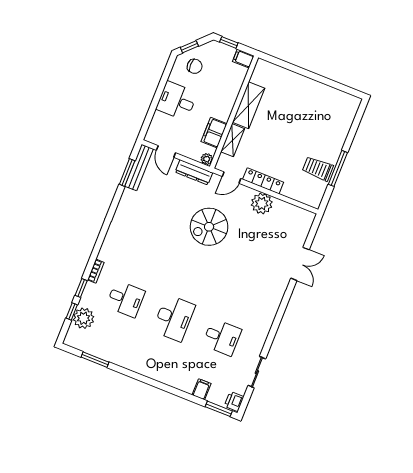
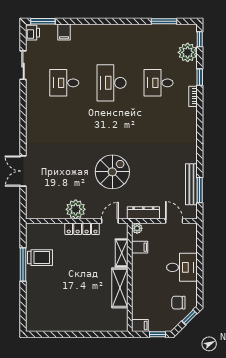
filing cabinet: (214, 133) -> (140, 247), width x0.50
bench: (139, 168) -> (191, 184), moved
window: (72, 311) -> (200, 39), moved

